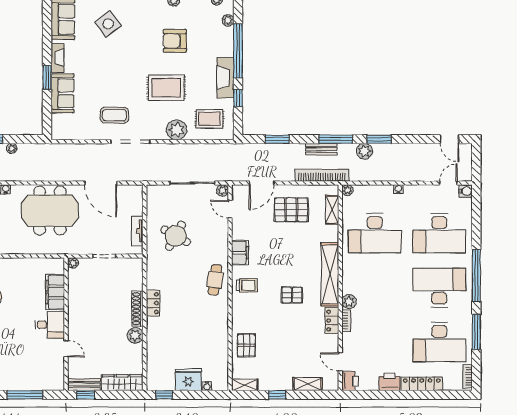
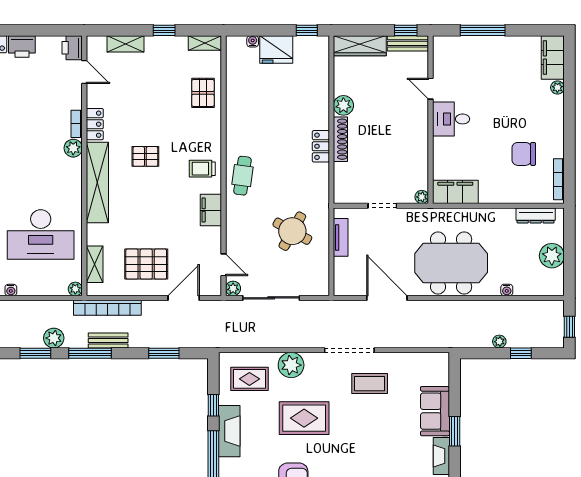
desk: (375, 233) -> (41, 234), turned 180
filing cabinet: (55, 292) -> (455, 192), moved, turned -90

